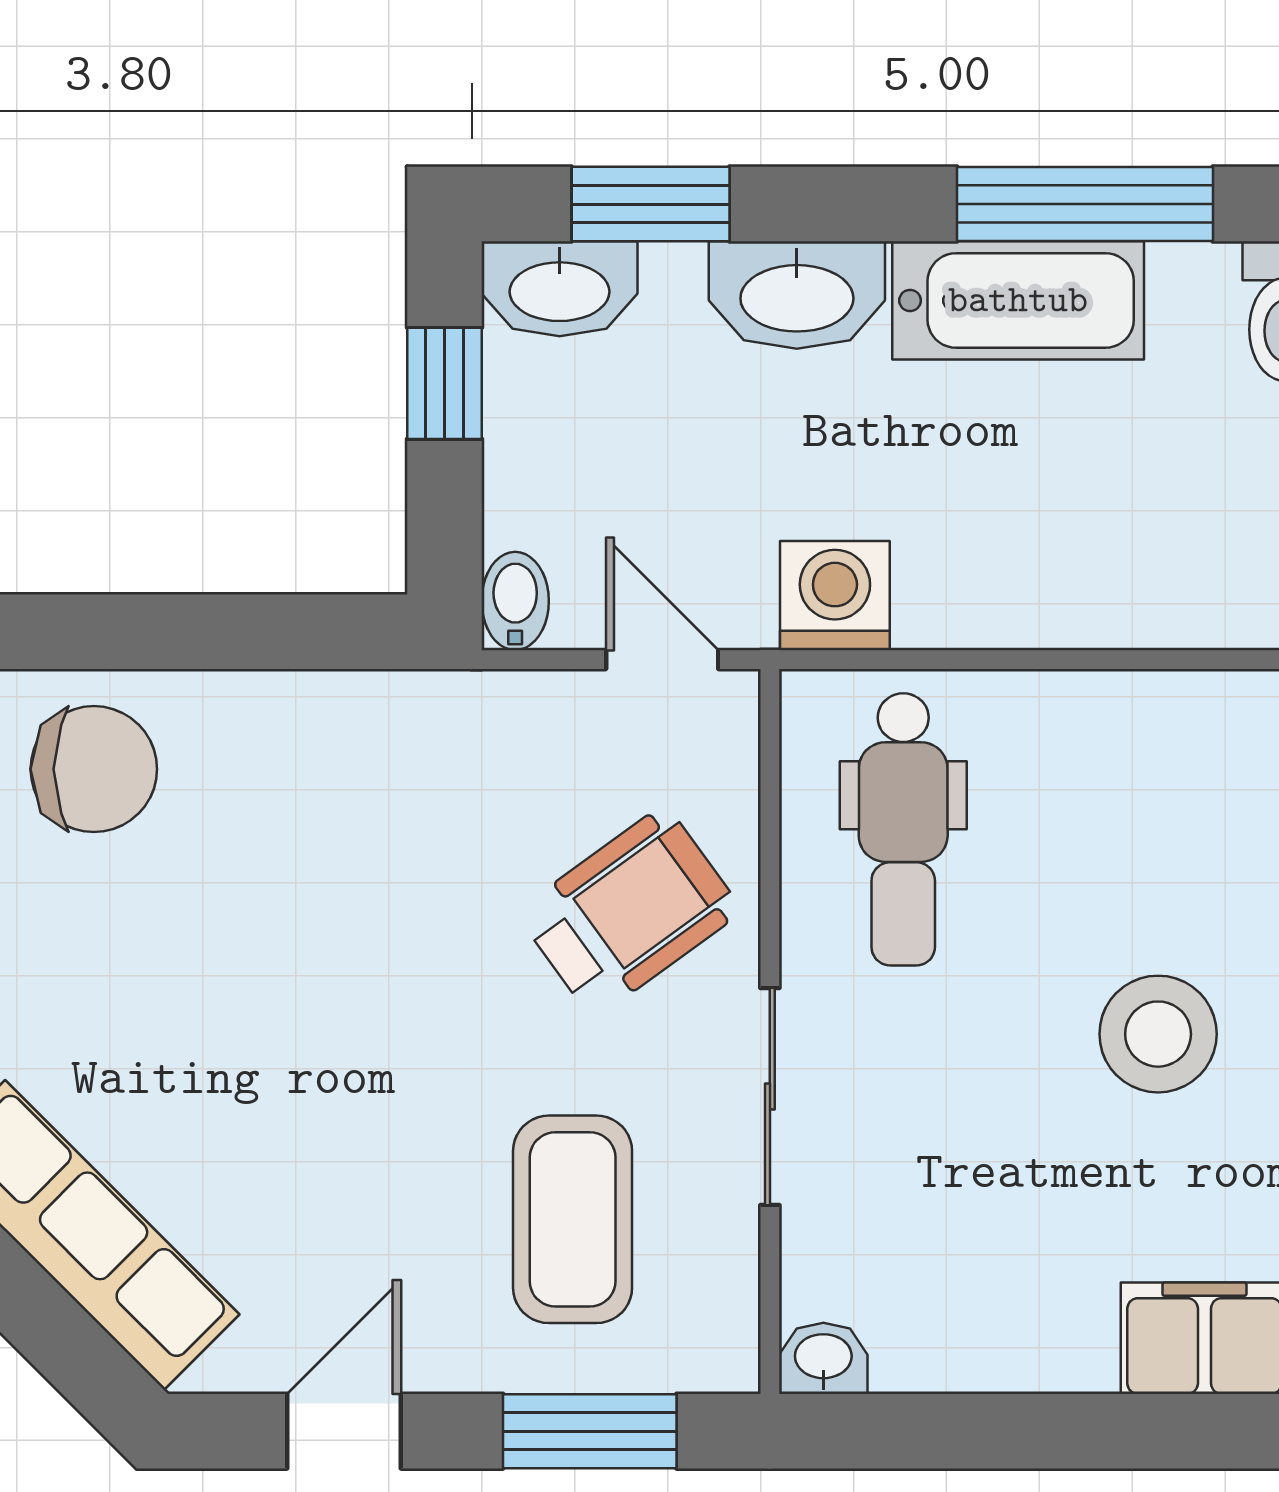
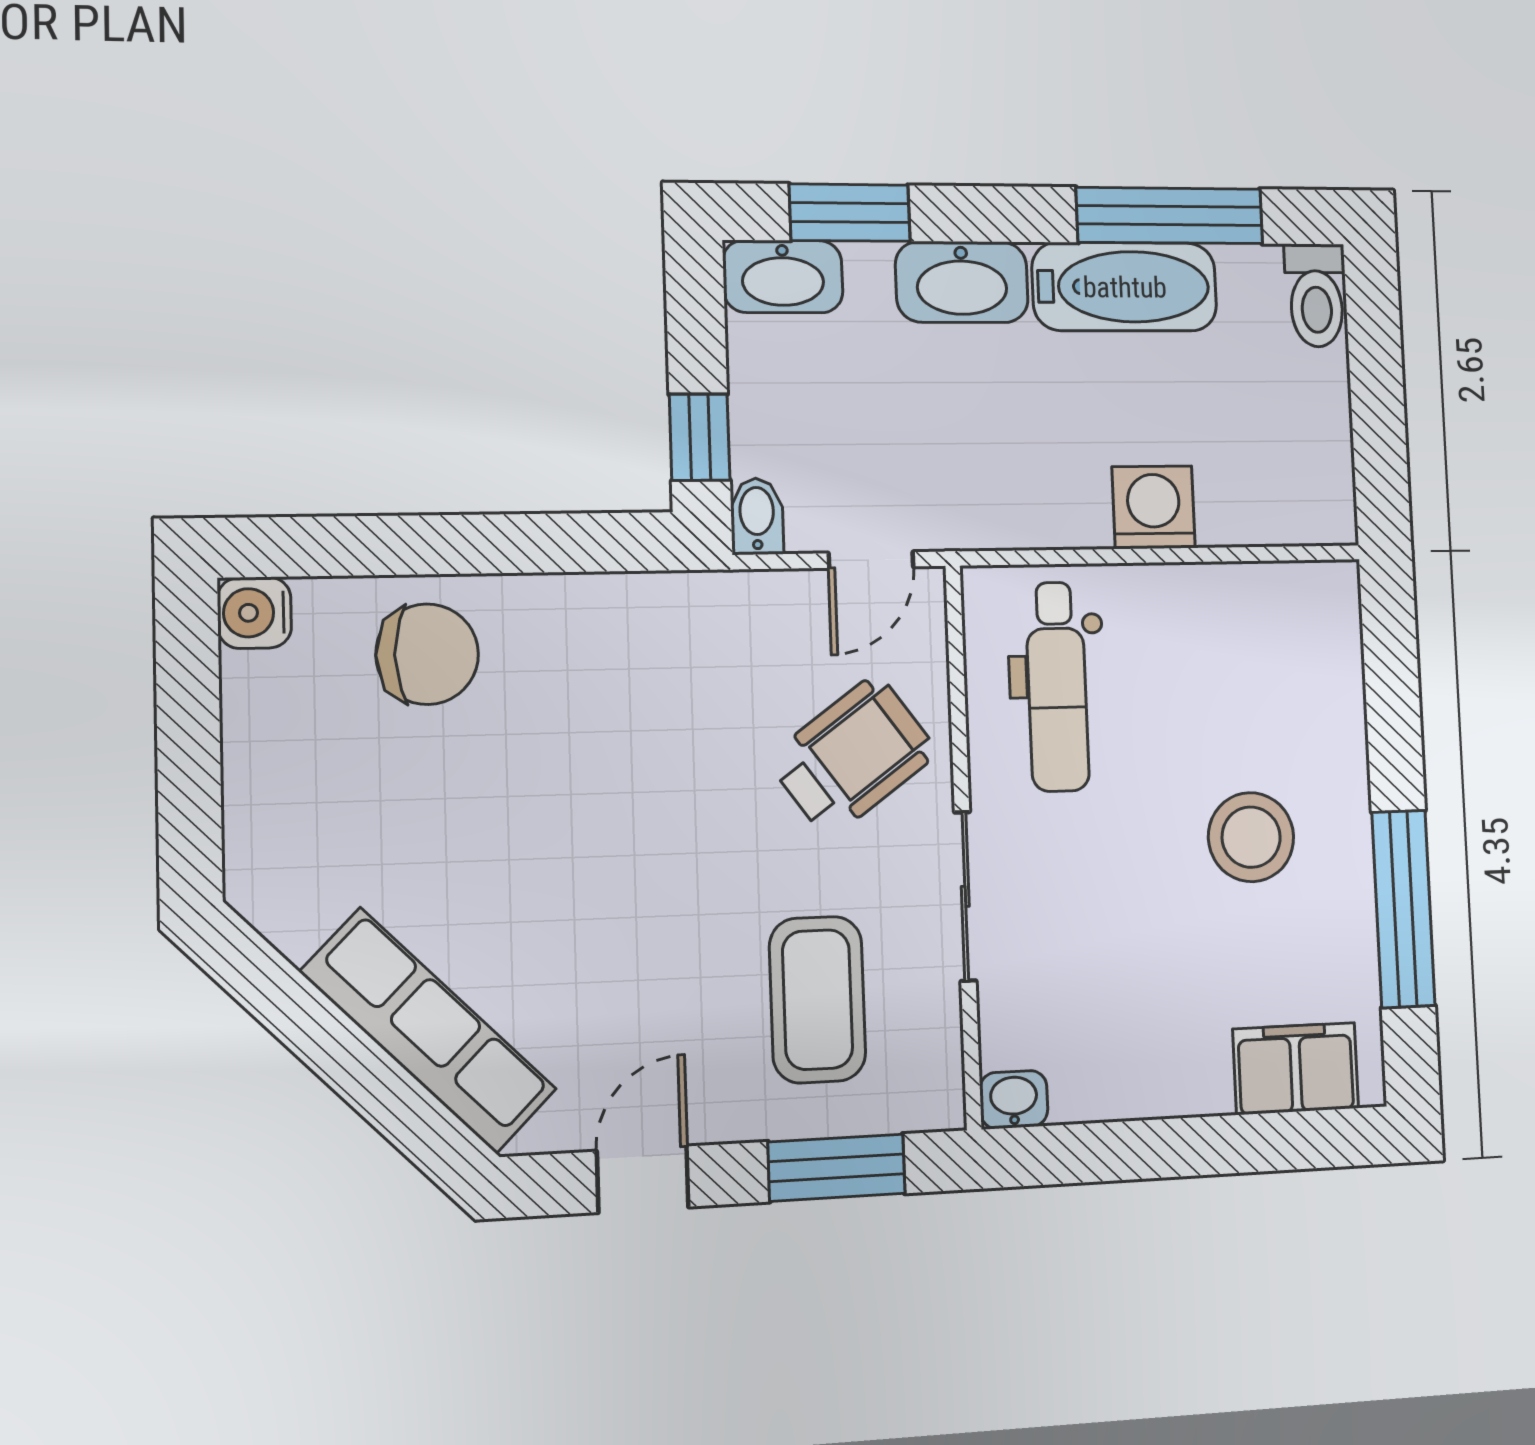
window: (444, 383) -> (700, 437), moved
washing machine: (835, 596) -> (1154, 507), moved
door: (662, 660) -> (871, 560), swing flipped

